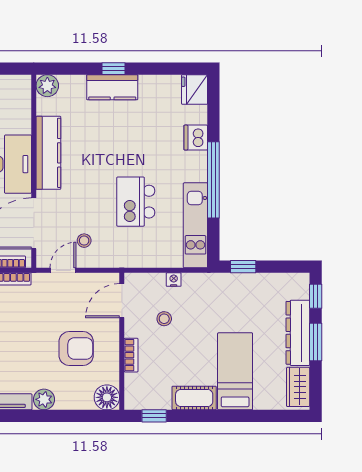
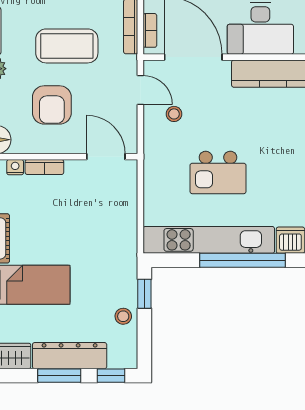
kitchen island: (136, 202) -> (218, 172), turned 180
kitchen unit: (195, 225) -> (209, 240), width x1.36
nightstand: (174, 280) -> (15, 167), moved, turned -90
stool: (164, 319) -> (123, 316), moved
coffee table: (24, 335) -> (67, 46), added

